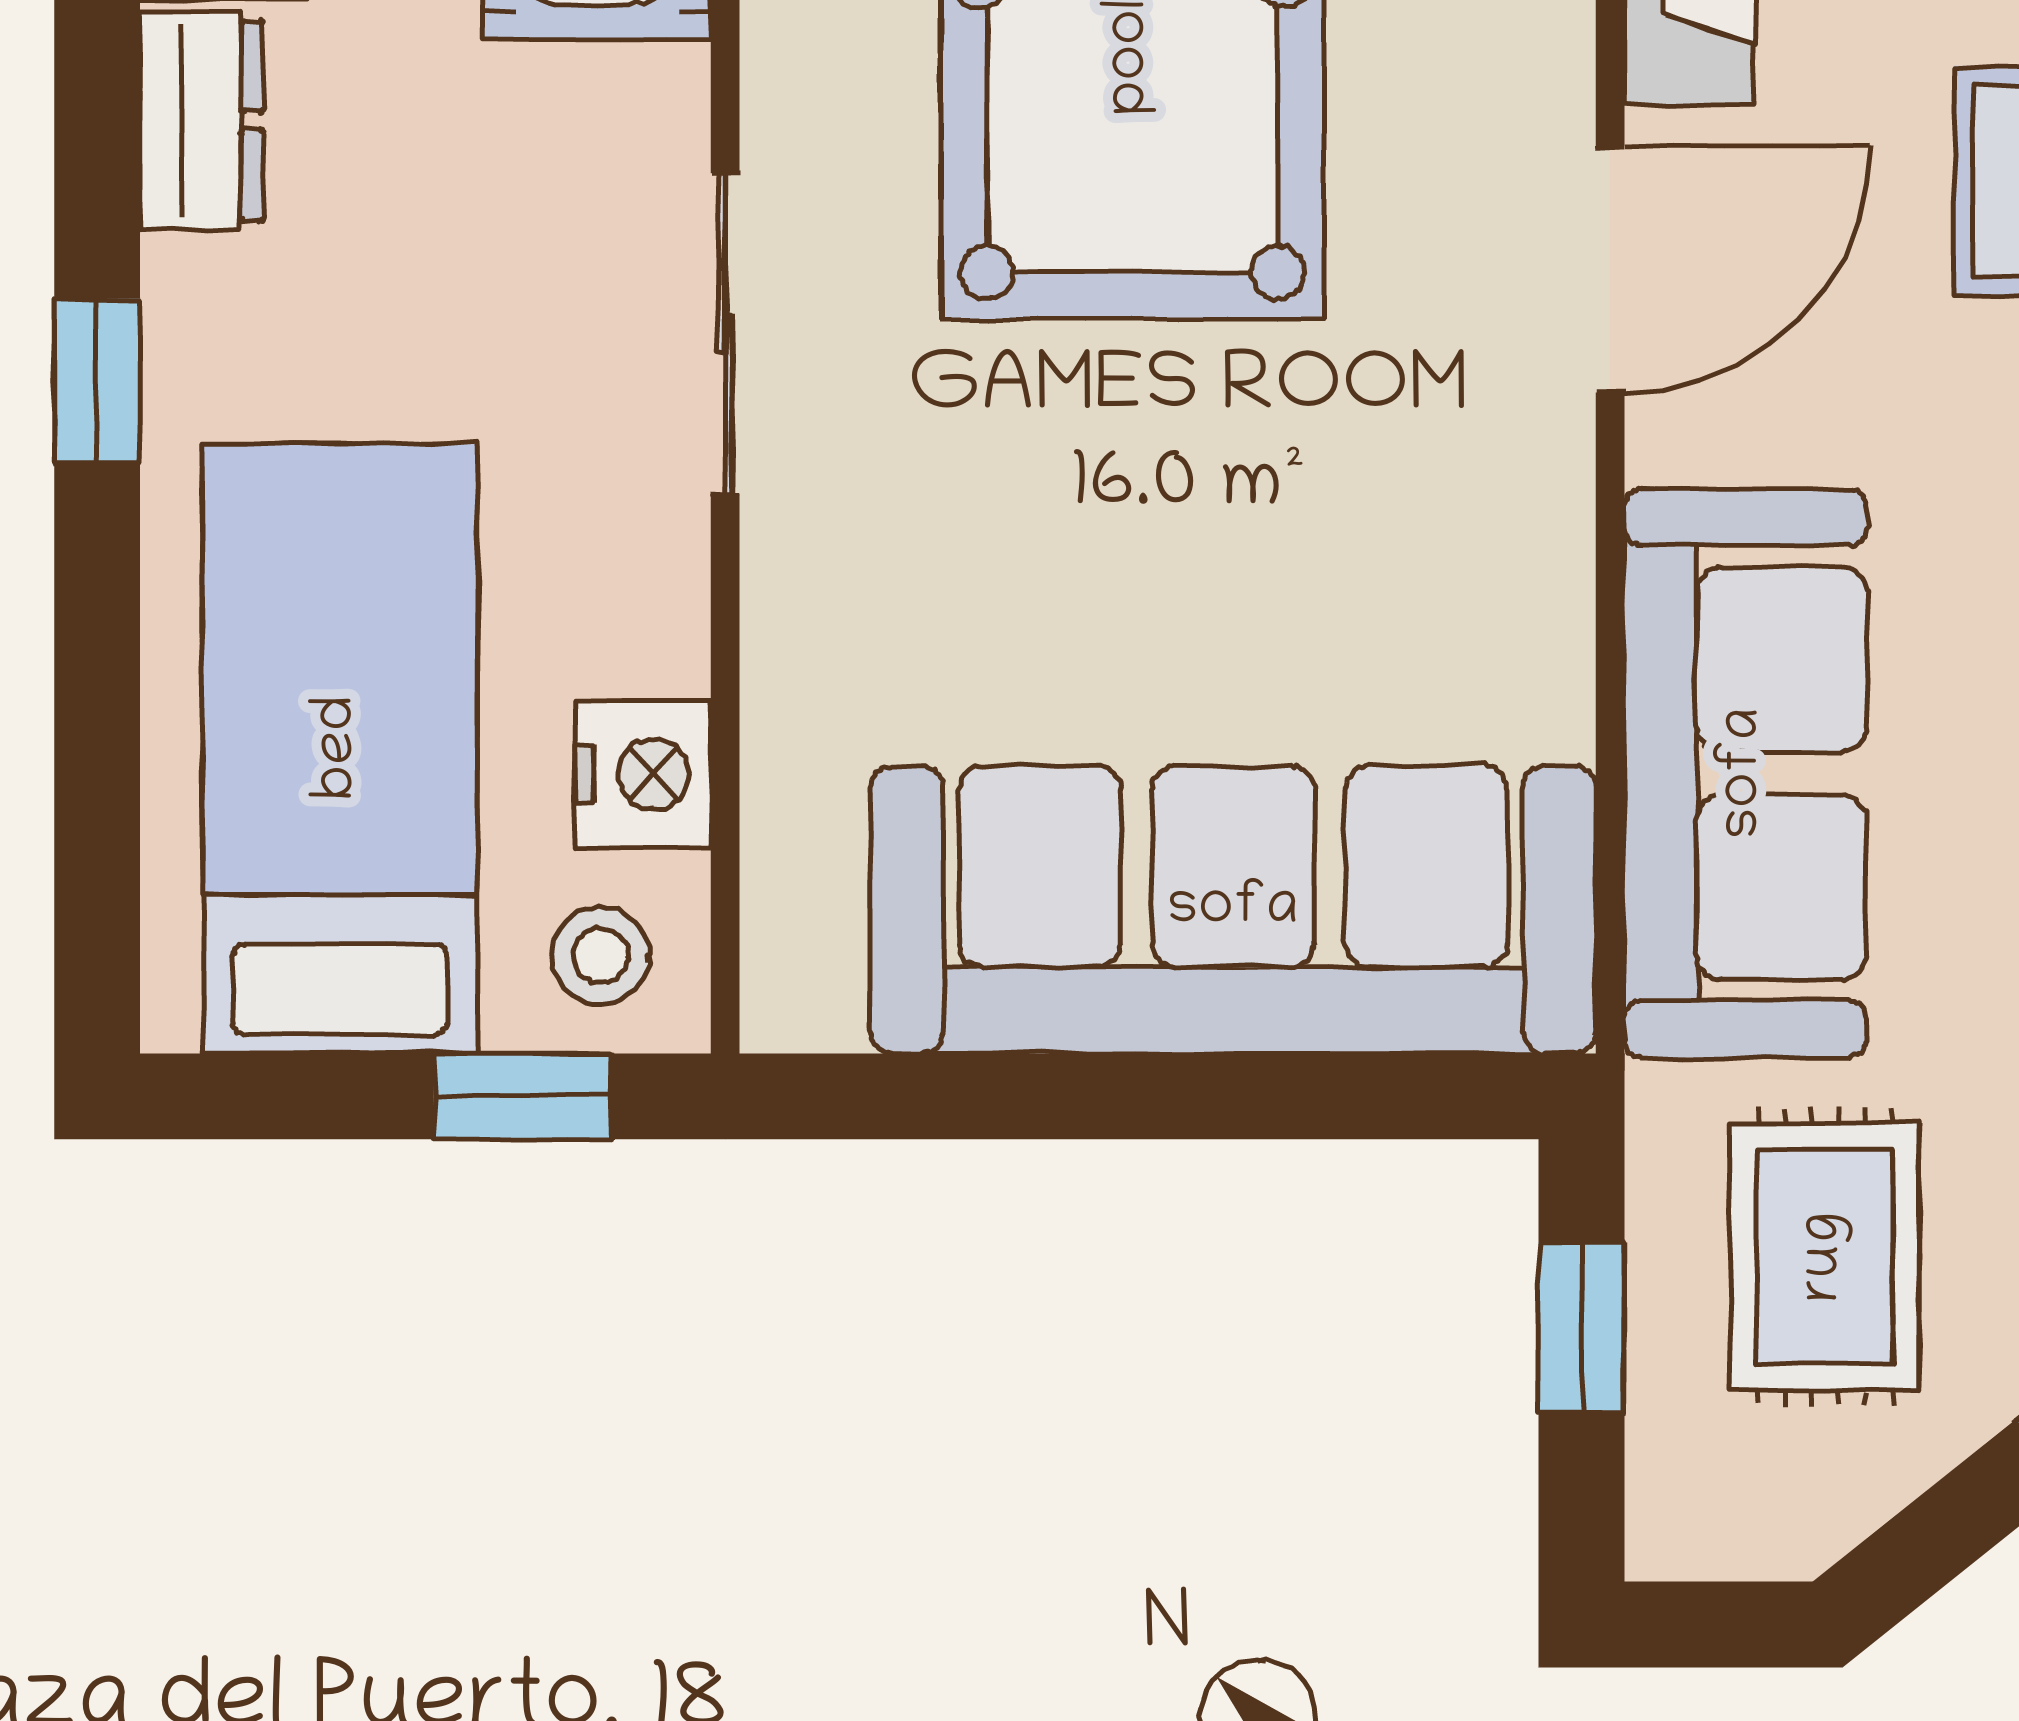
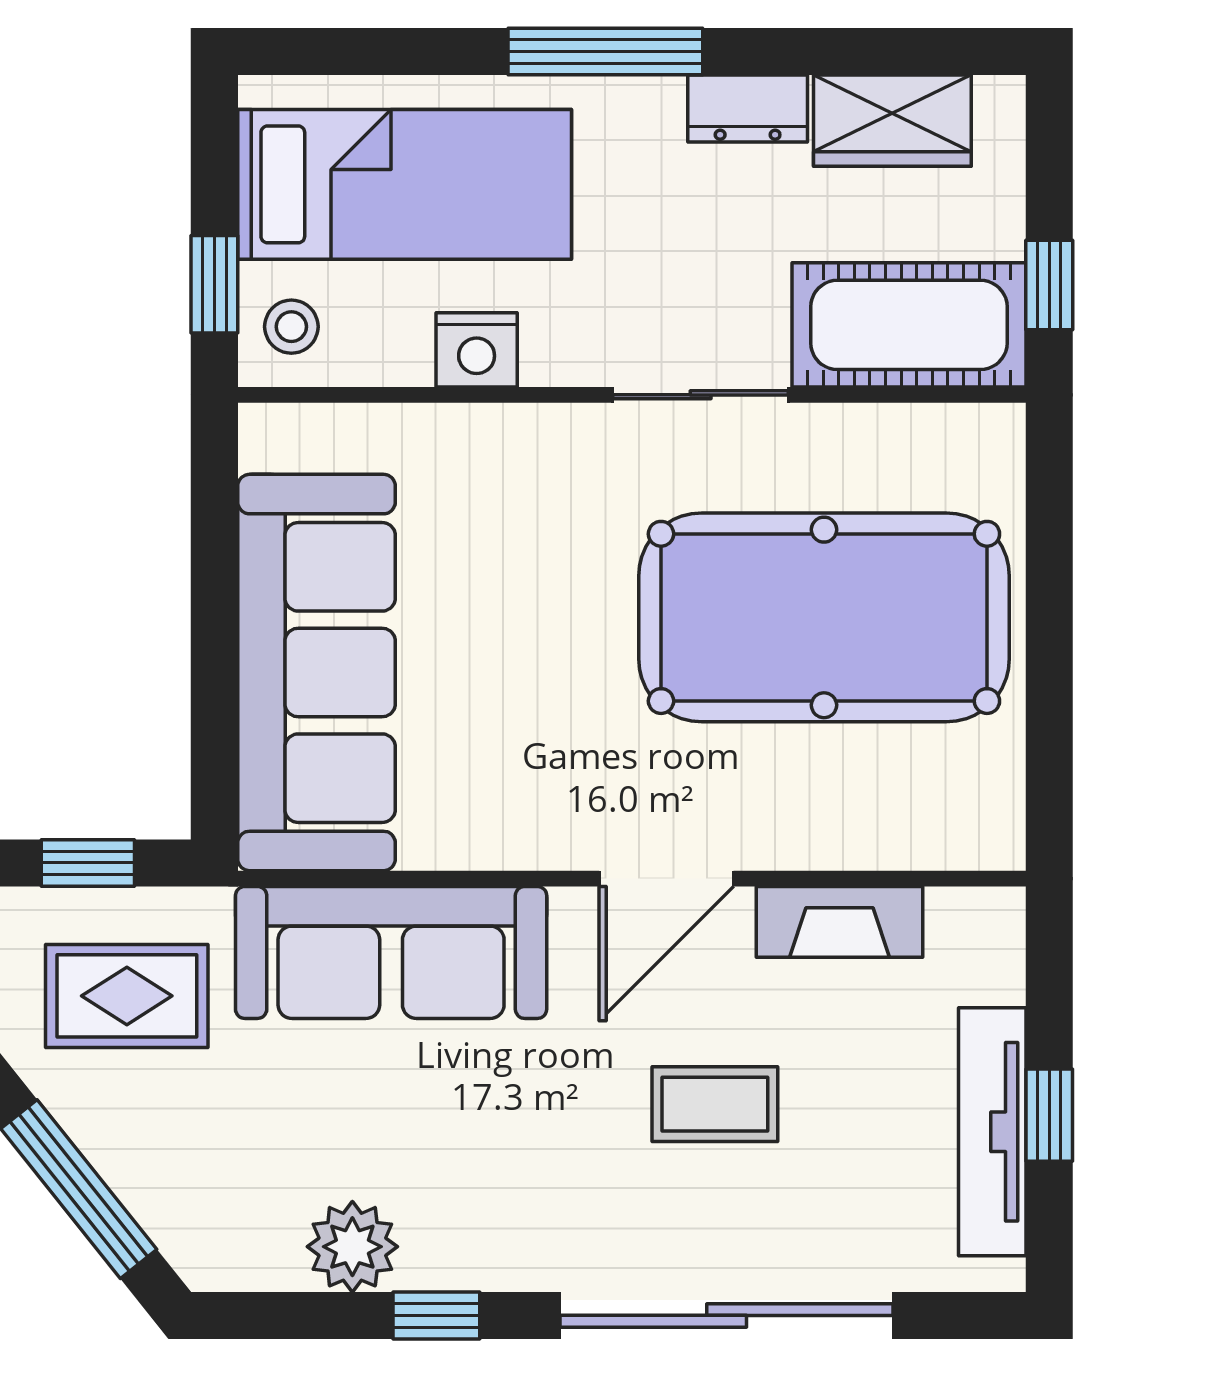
door: (1610, 269) -> (666, 879), hinge flipped
sliding door: (725, 334) -> (701, 395), moved
window: (97, 381) -> (605, 52), width x2.17
nightstand: (643, 774) -> (477, 350), moved

